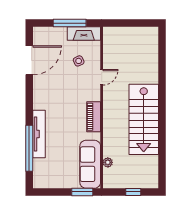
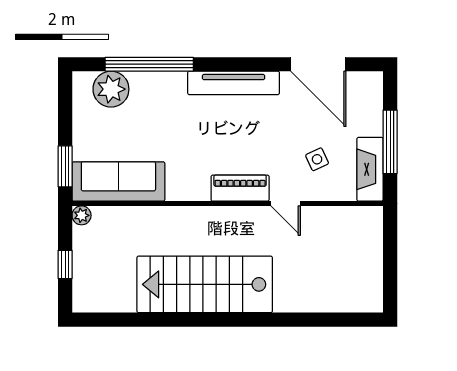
piano: (94, 117) -> (240, 188), moved
tv unit: (39, 134) -> (234, 83), moved
plant: (108, 162) -> (82, 215), moved
plant: (42, 168) -> (111, 89), added

